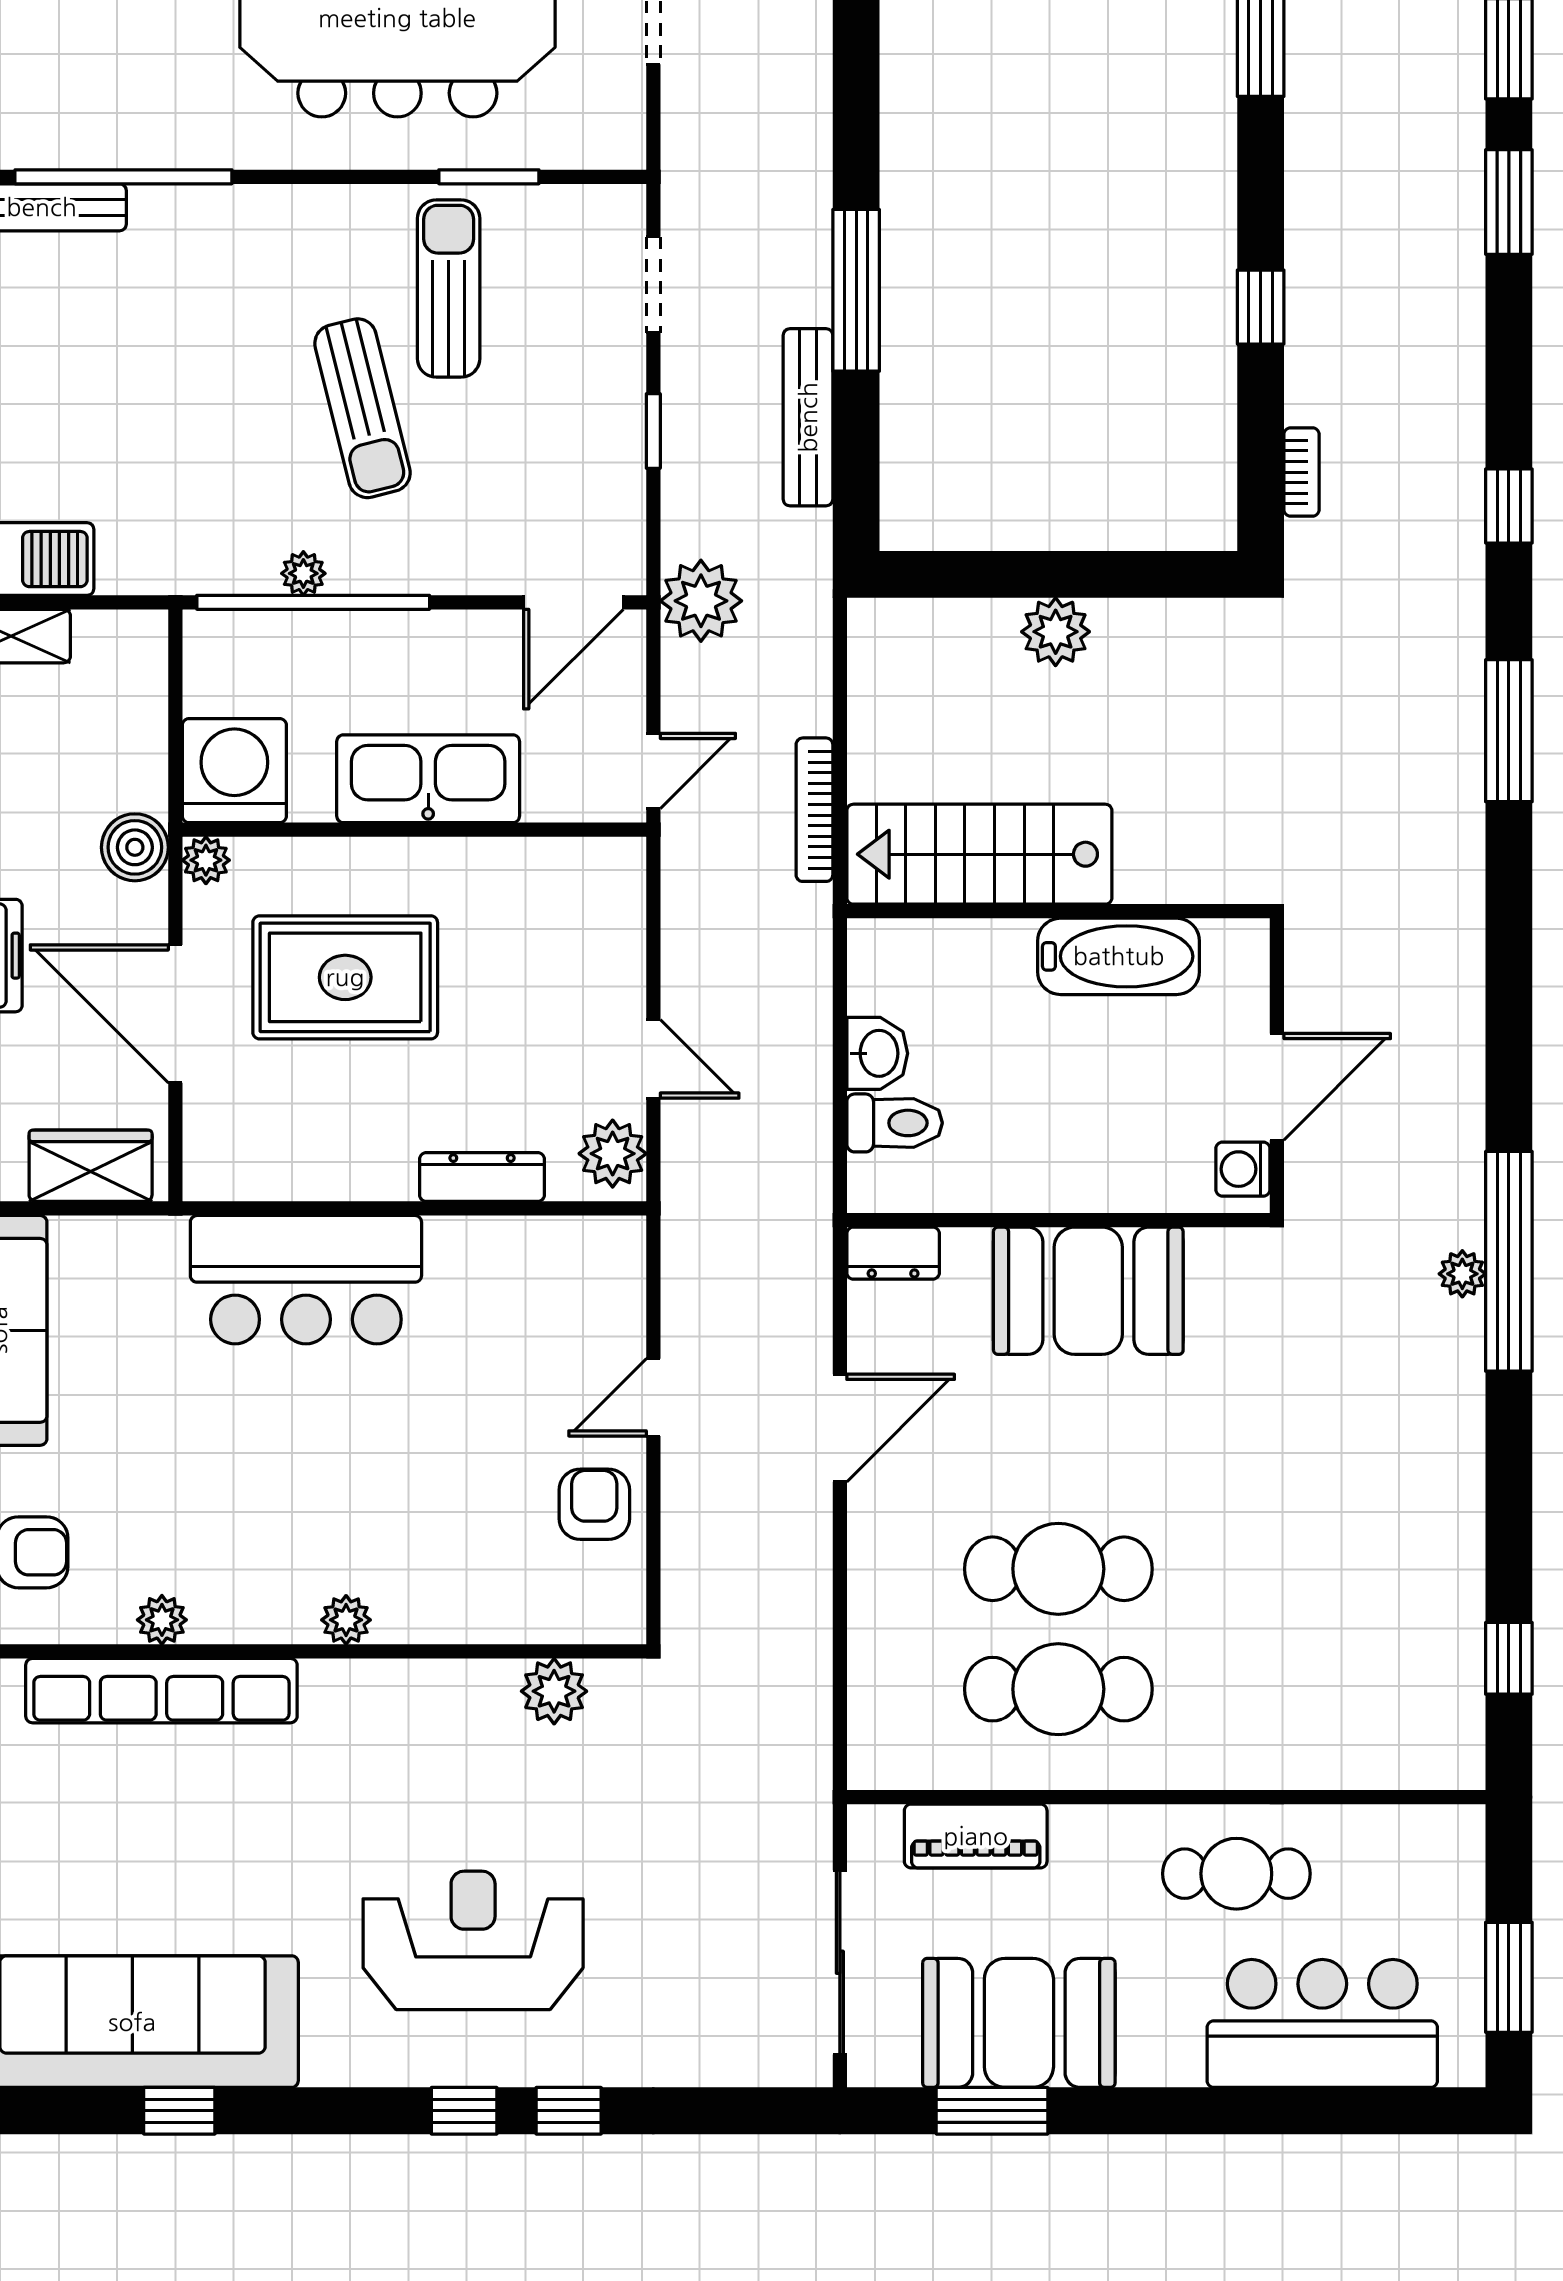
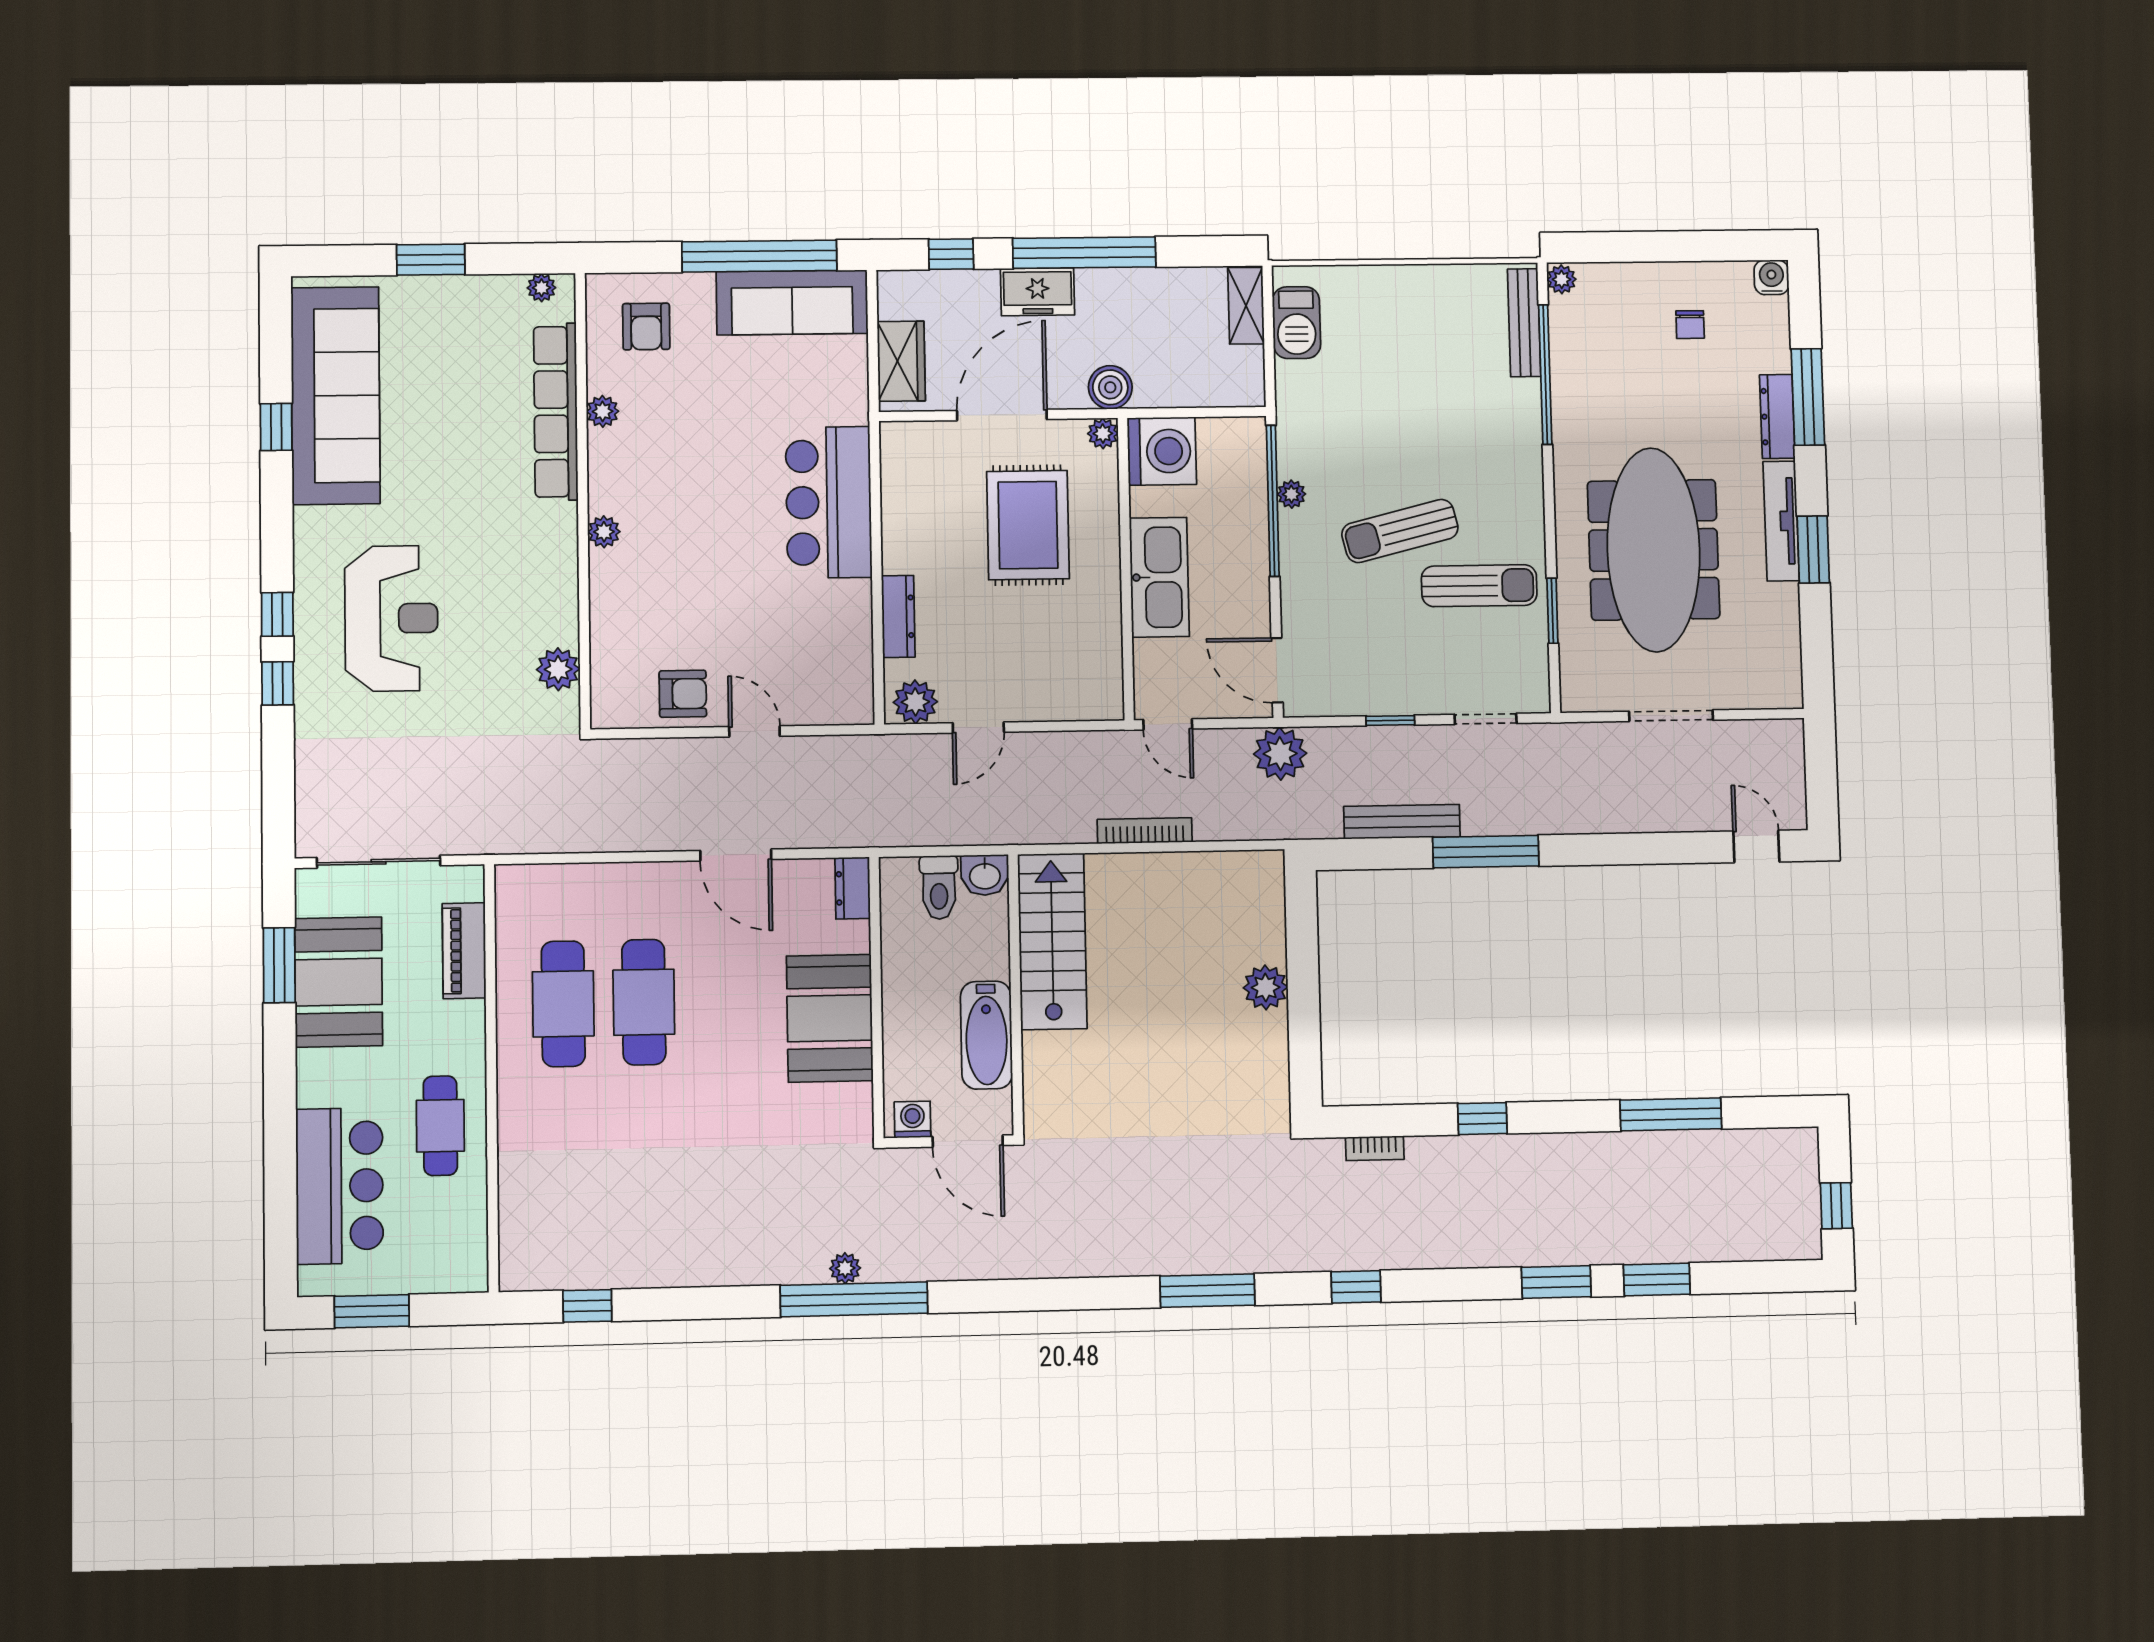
stairs: (979, 854) -> (1052, 941), moved
wall: (1058, 911) -> (1016, 994), moved
bathtub: (1119, 956) -> (986, 1035), moved

